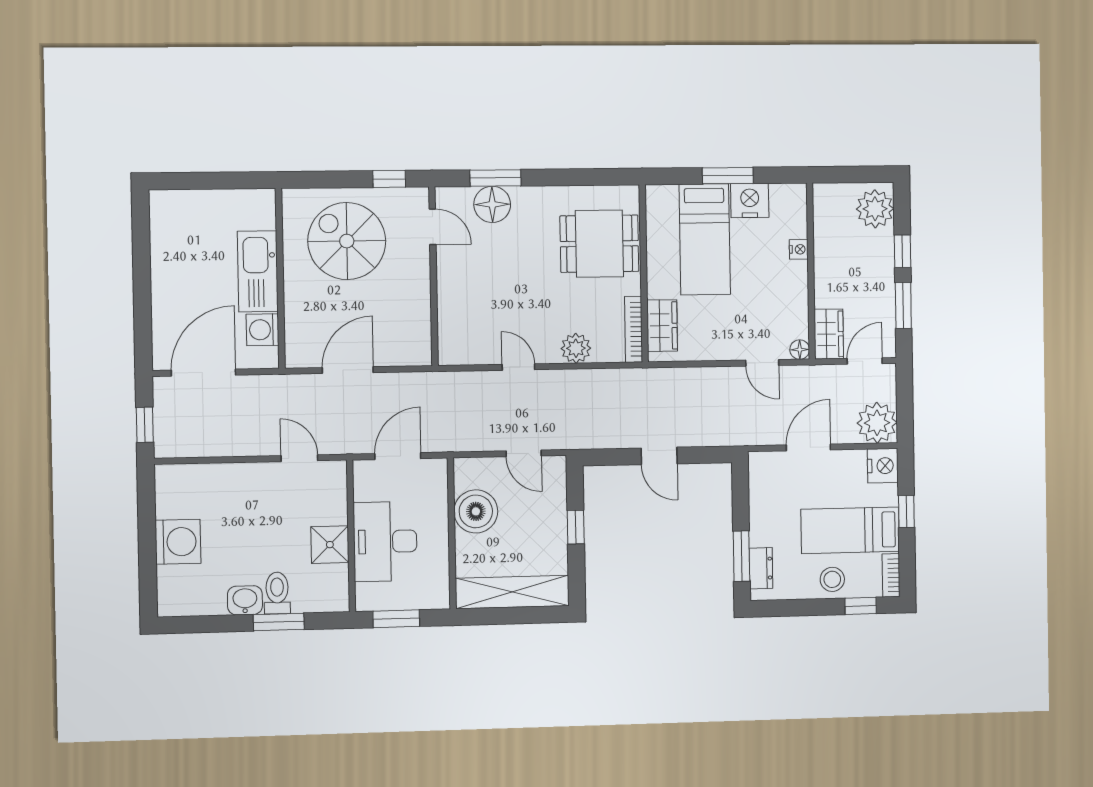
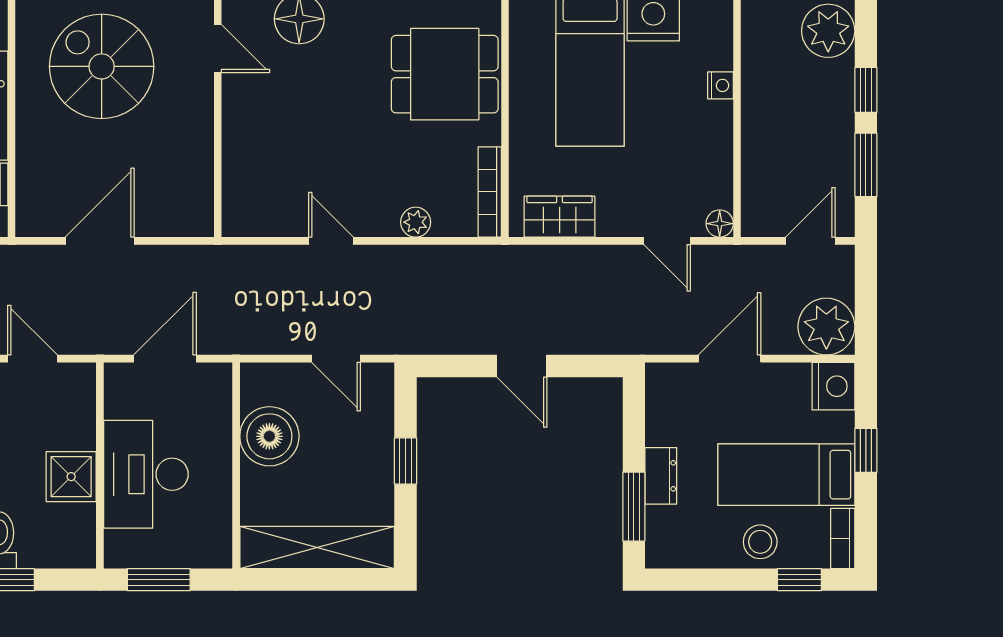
wardrobe: (662, 326) -> (560, 217), moved, turned -90
wardrobe: (829, 334) -> (761, 203), removed
plant: (576, 348) -> (416, 222), width x0.73, depth x0.73
dresser: (761, 568) -> (661, 476), moved

